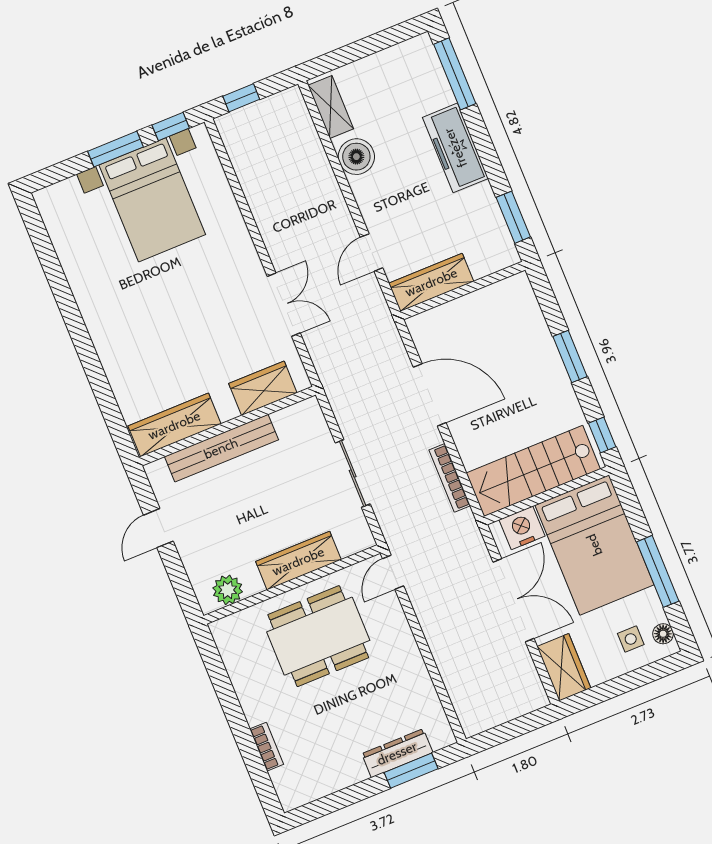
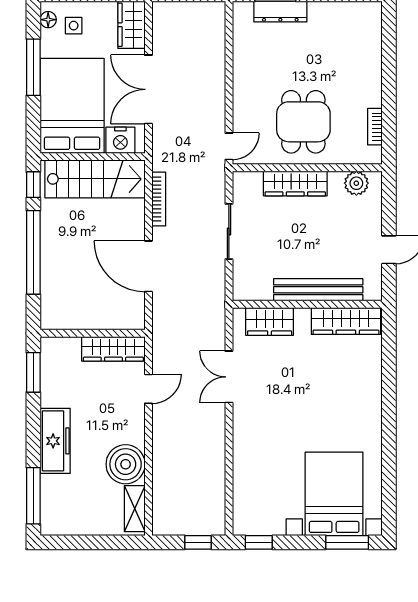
window: (115, 149) -> (347, 542), moved
boiler: (356, 157) -> (126, 464), width x1.37, depth x1.37
bed with nightstands: (152, 200) -> (334, 494), moved
window: (570, 356) -> (33, 252), width x2.11
dining table: (318, 636) -> (303, 122), width x0.73
bookcase: (267, 747) -> (375, 127), moved

